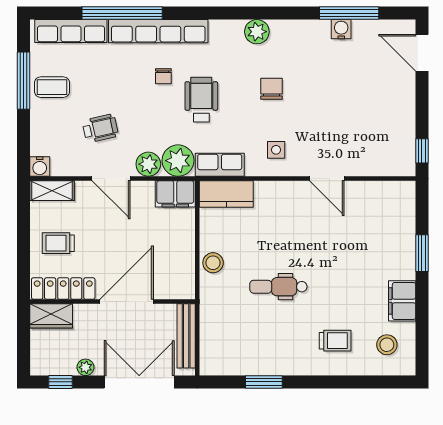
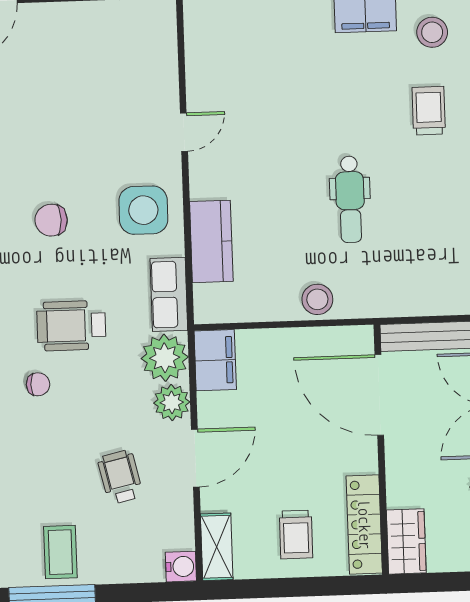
side table: (276, 150) -> (143, 210), width x1.87, depth x1.87
door: (327, 178) -> (184, 132), width x0.73
kitchen counter: (226, 194) -> (211, 241), moved
door: (127, 301) -> (379, 395), moved

